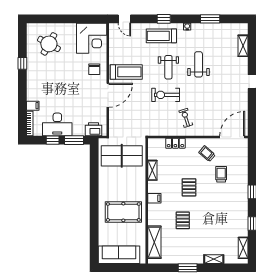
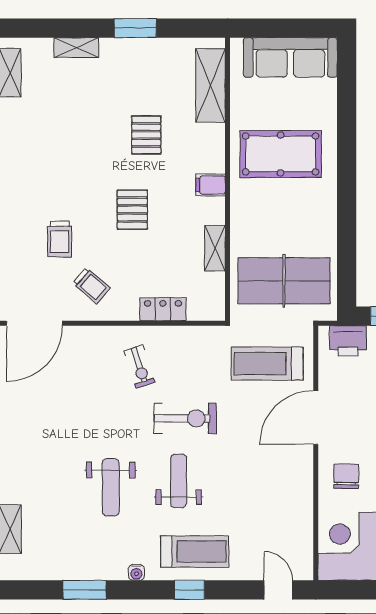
treadmill: (126, 72) -> (267, 364), moved

